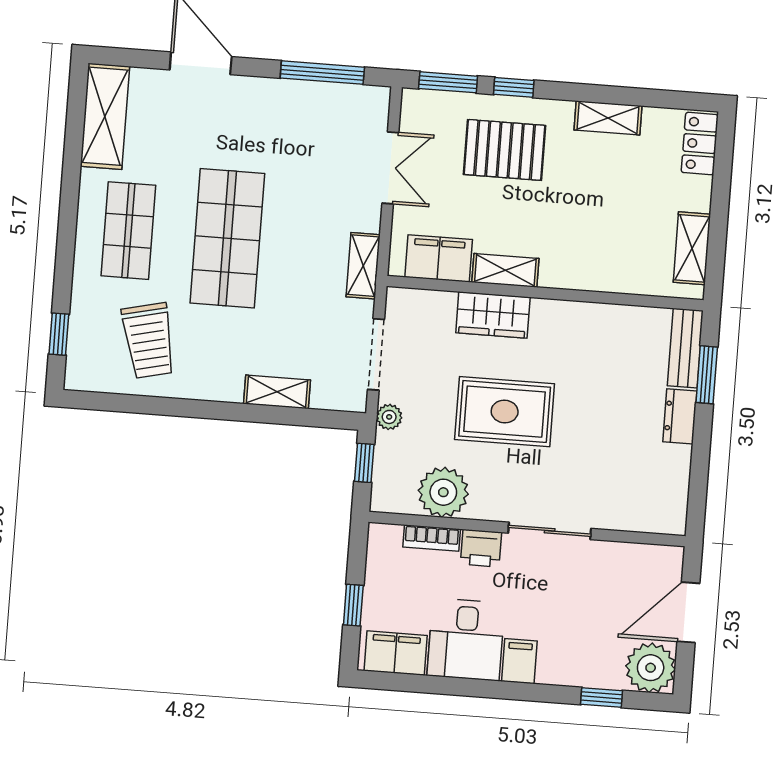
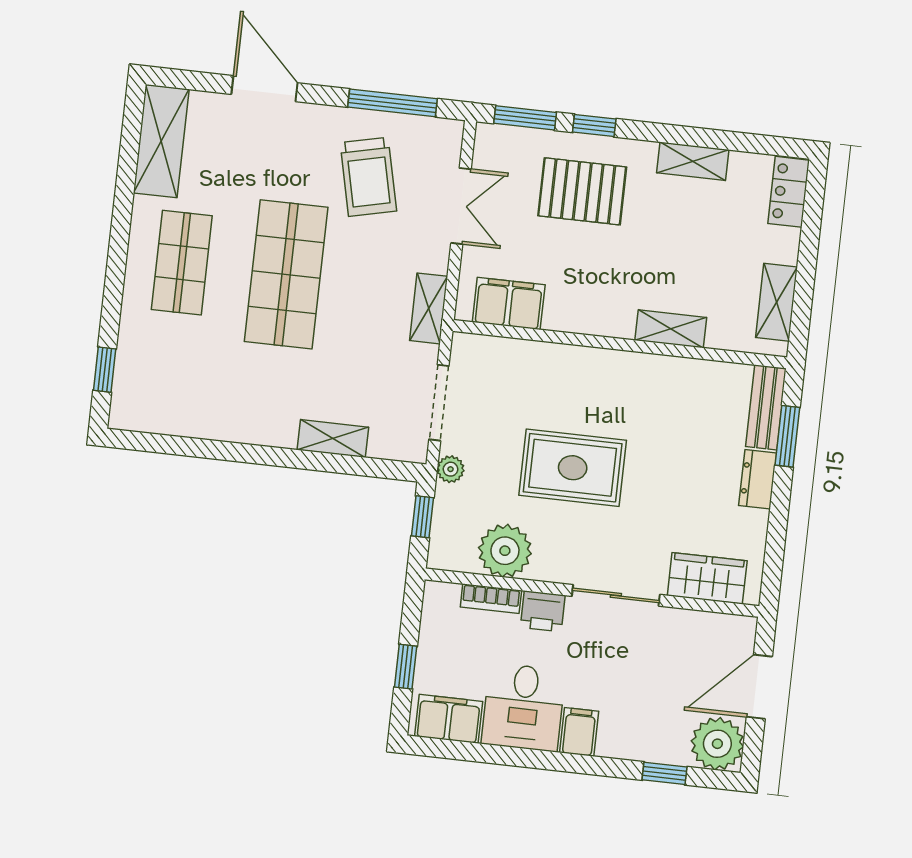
shelving: (505, 270) -> (671, 329), moved
wardrobe: (493, 315) -> (707, 578), moved, turned 180
trolley: (149, 341) -> (368, 177), moved

